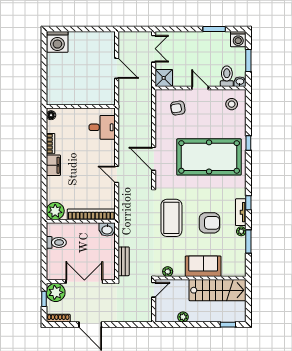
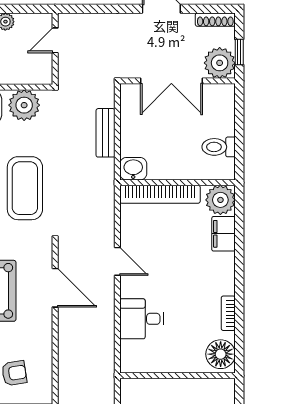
floor lamp: (51, 115) -> (221, 354), width x1.89, depth x1.89
desk: (102, 127) -> (142, 319), moved
filing cabinet: (53, 165) -> (224, 234), moved
bench: (124, 261) -> (105, 133), moved
plant: (168, 272) -> (24, 105), width x1.88, depth x1.88
door: (154, 290) -> (55, 40), moved

